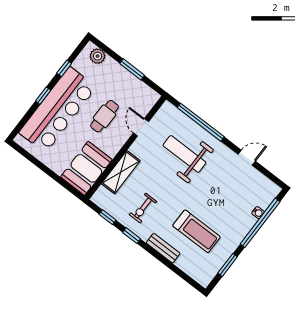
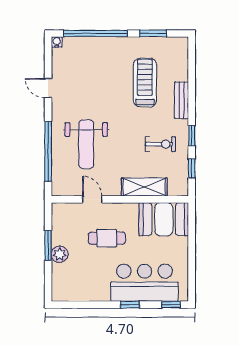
plant: (98, 56) -> (60, 254), moved
window: (64, 68) -> (171, 305), moved
bar counter: (58, 110) -> (145, 283), width x0.73
door: (141, 127) -> (92, 199), swing flipped
water cooler: (258, 213) -> (57, 42), moved

